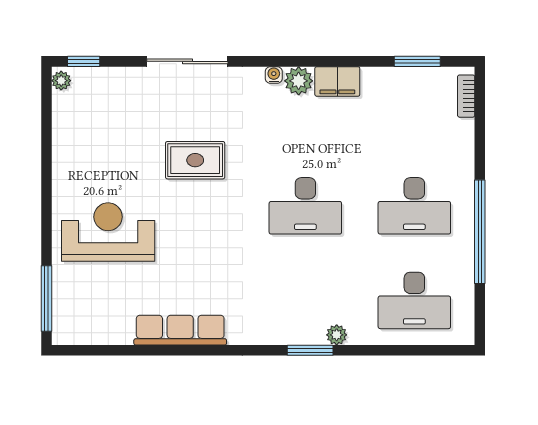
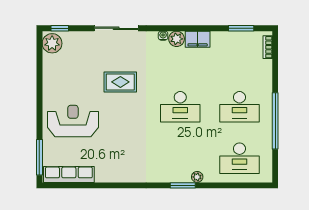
plant: (61, 81) -> (52, 43), width x1.88, depth x1.88
row of seats: (180, 330) -> (69, 174), moved

